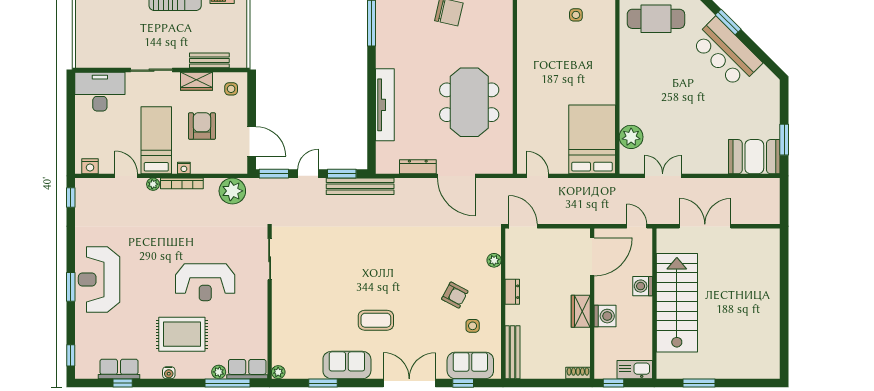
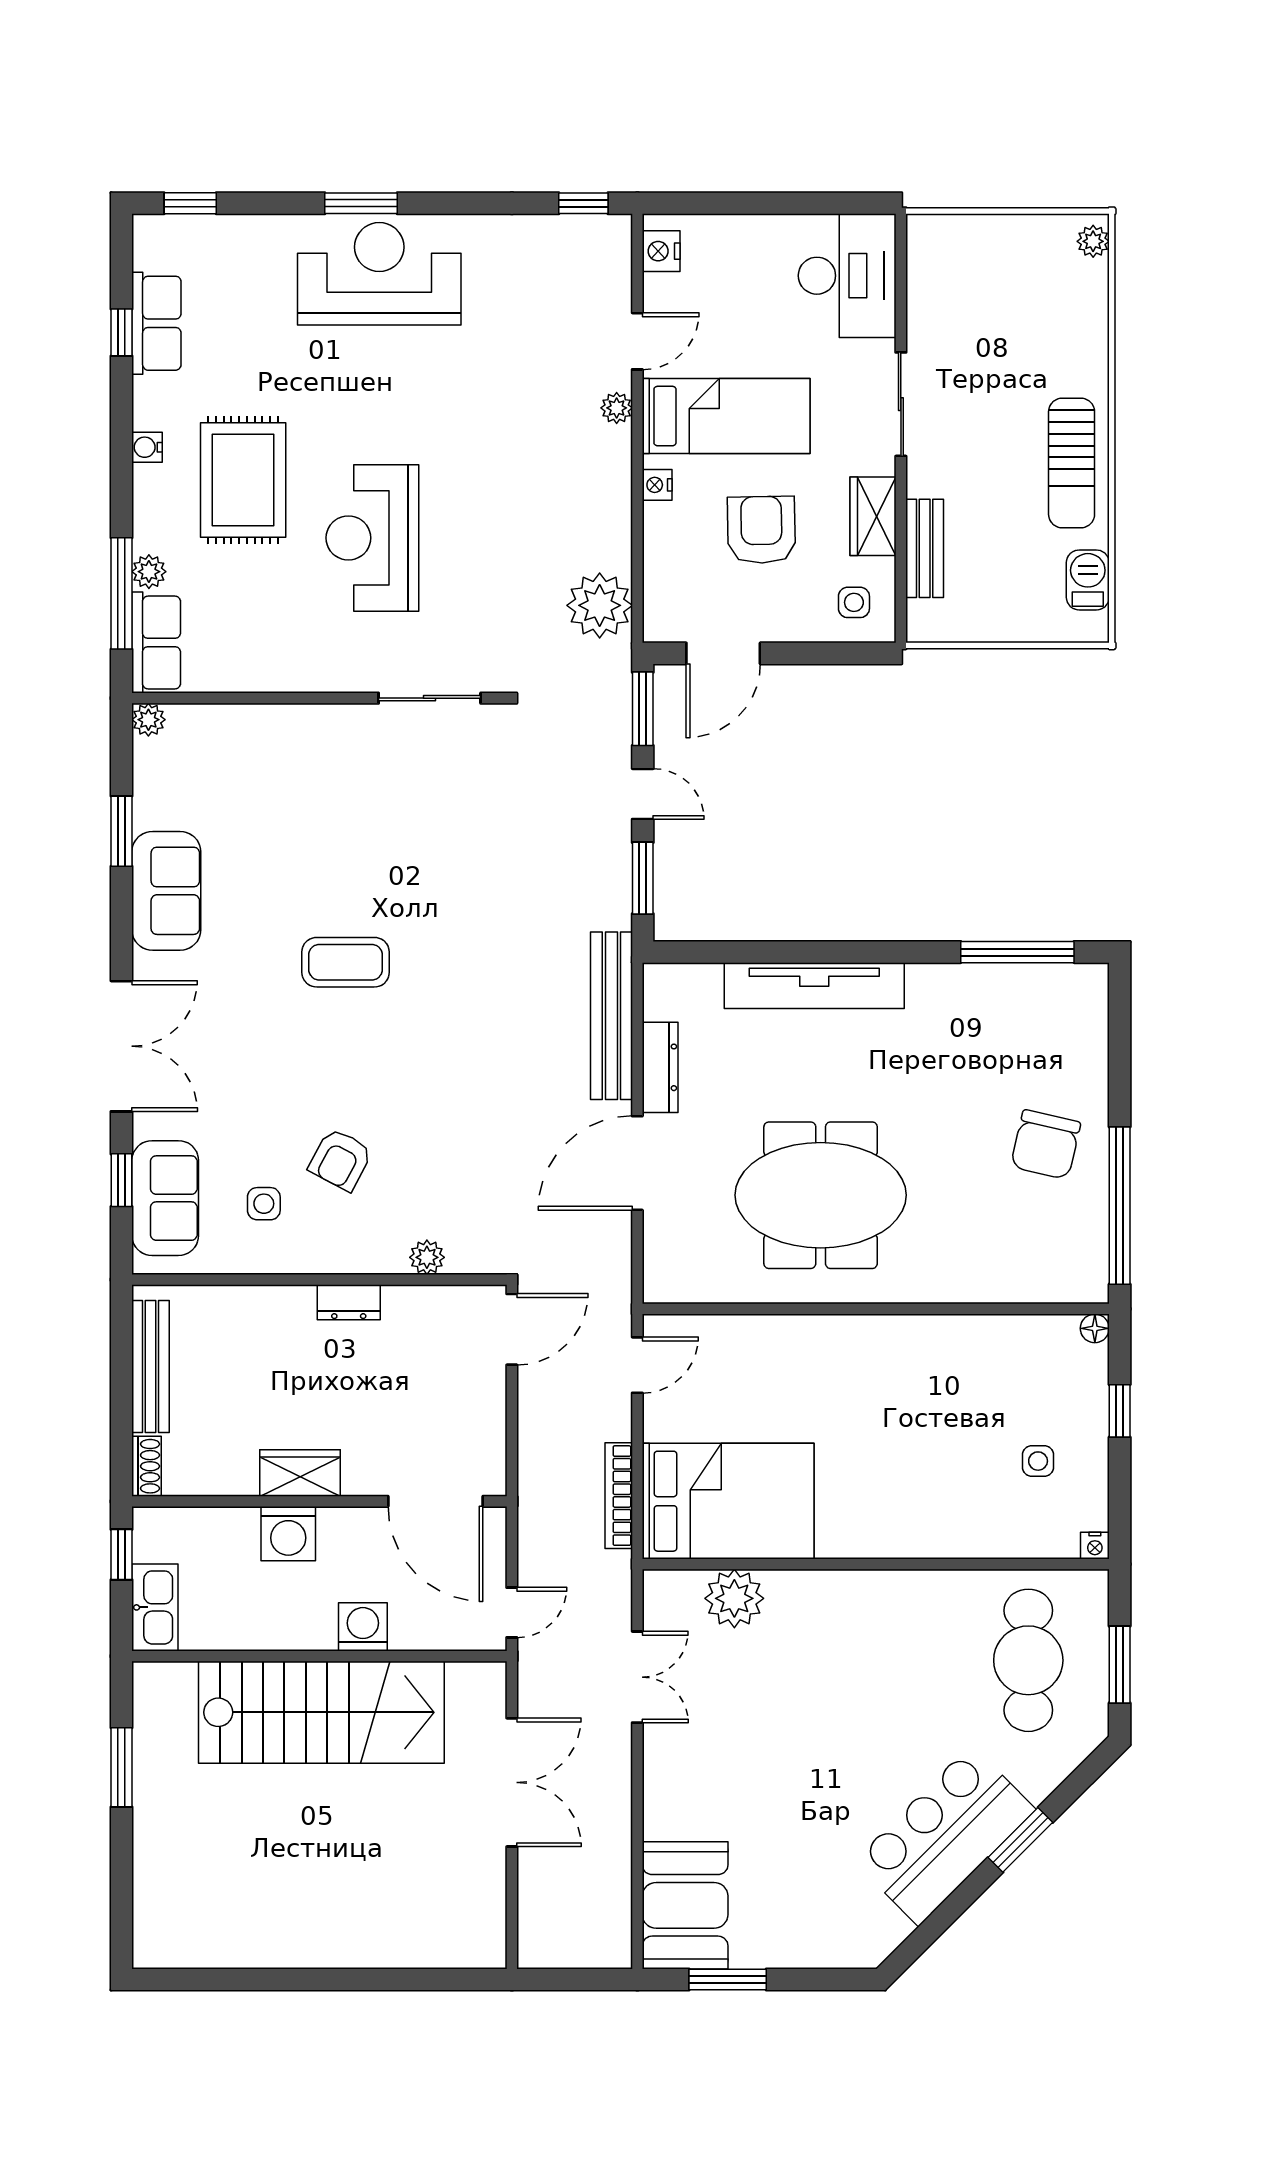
armchair: (202, 126) -> (761, 530), turned -91
bookcase: (182, 183) -> (619, 1496), moved
bench: (360, 186) -> (611, 1016), moved
coffee table: (376, 320) -> (346, 962), moved, turned 90
bench: (513, 352) -> (150, 1367), moved, turned 90

